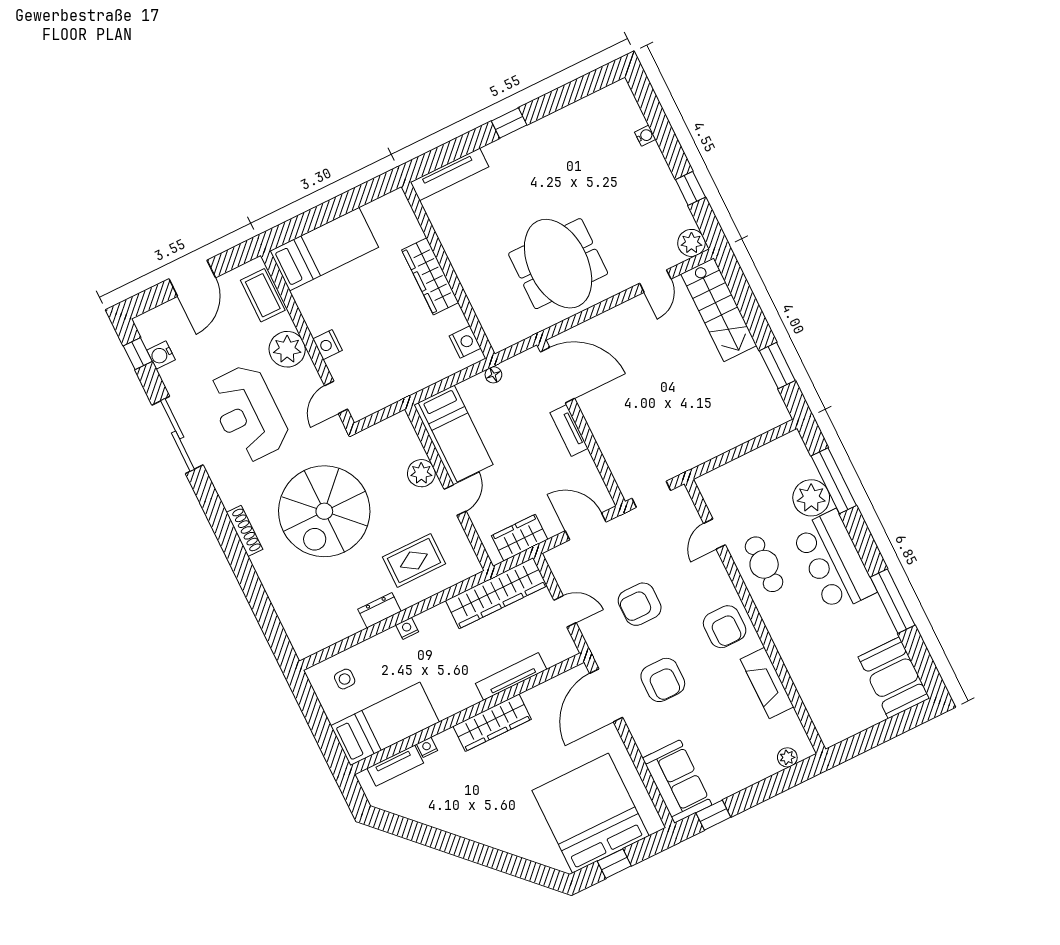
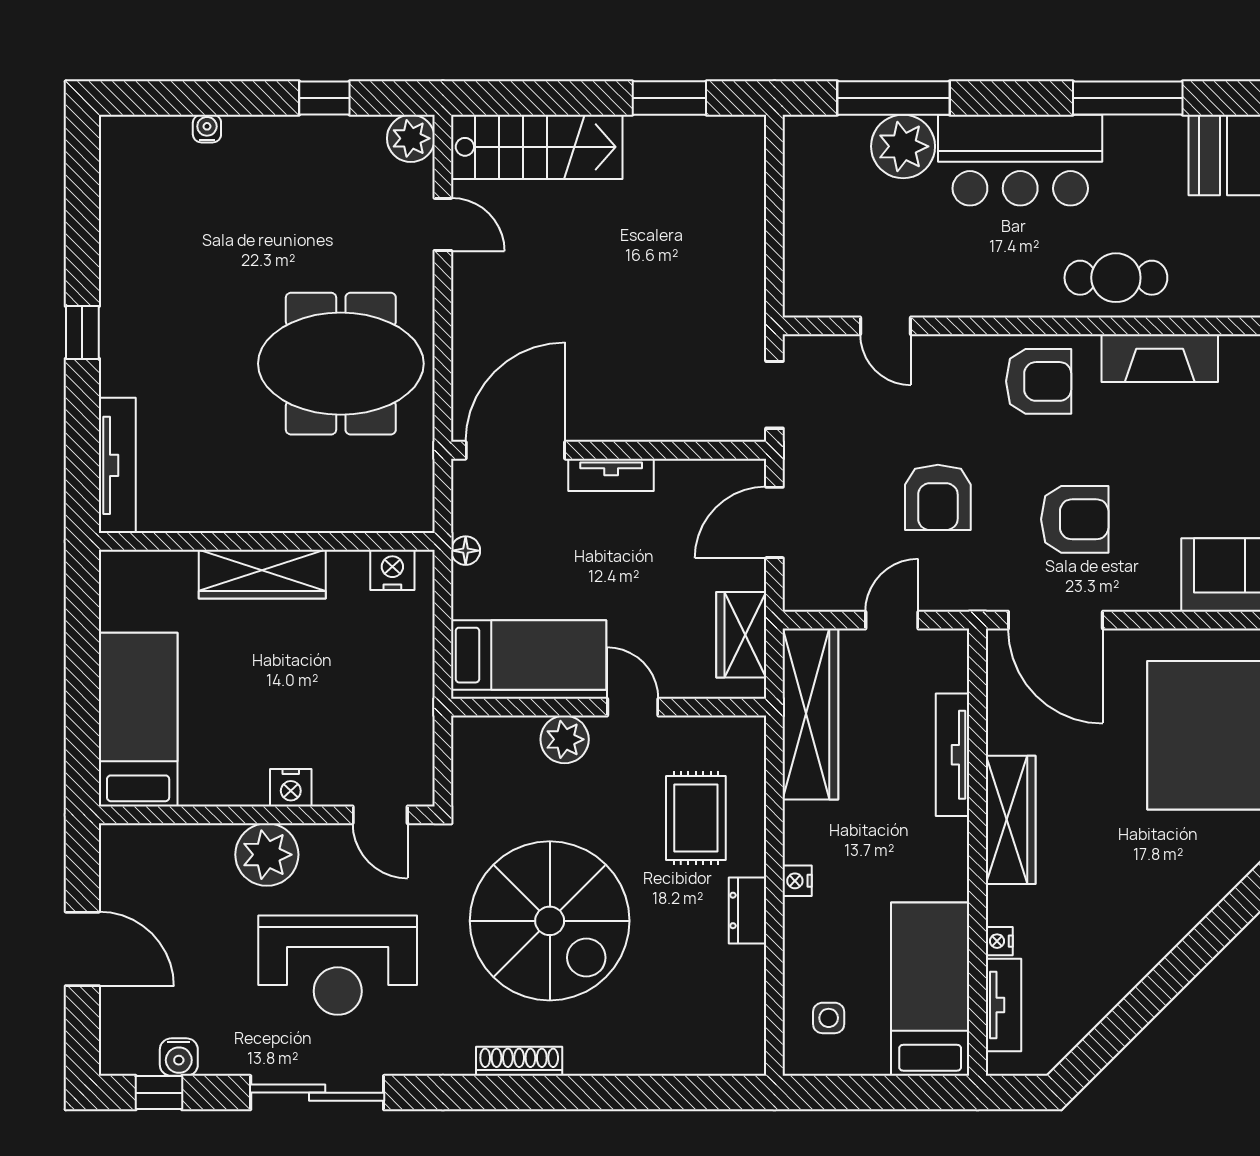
coffee table: (263, 295) -> (163, 851), removed
cafe table: (764, 564) -> (1116, 278), moved

